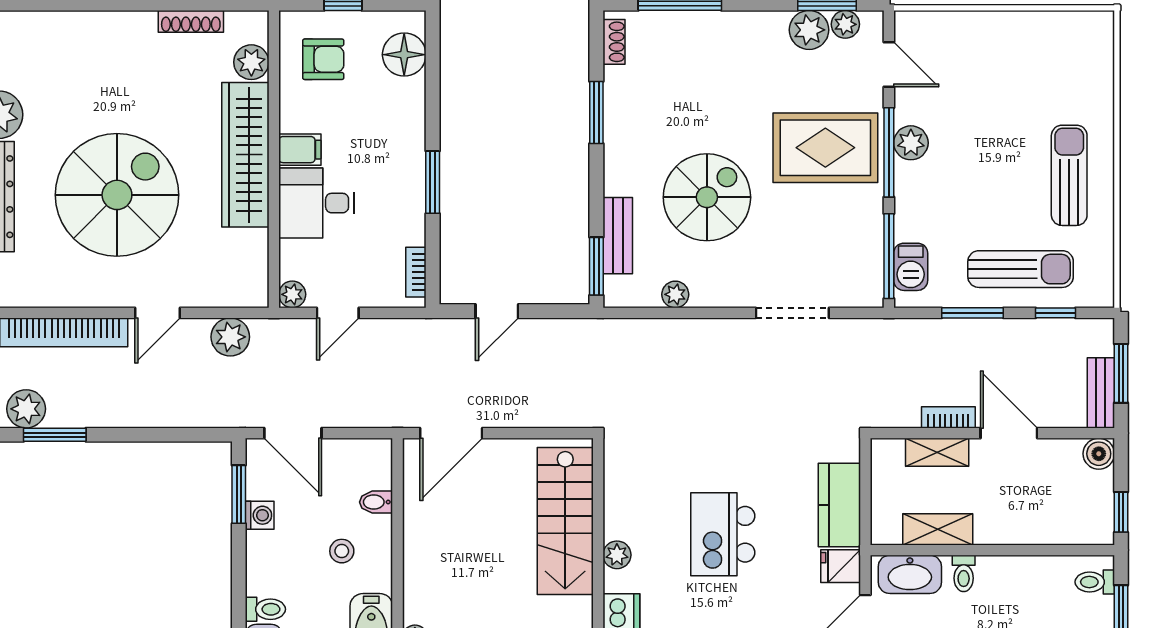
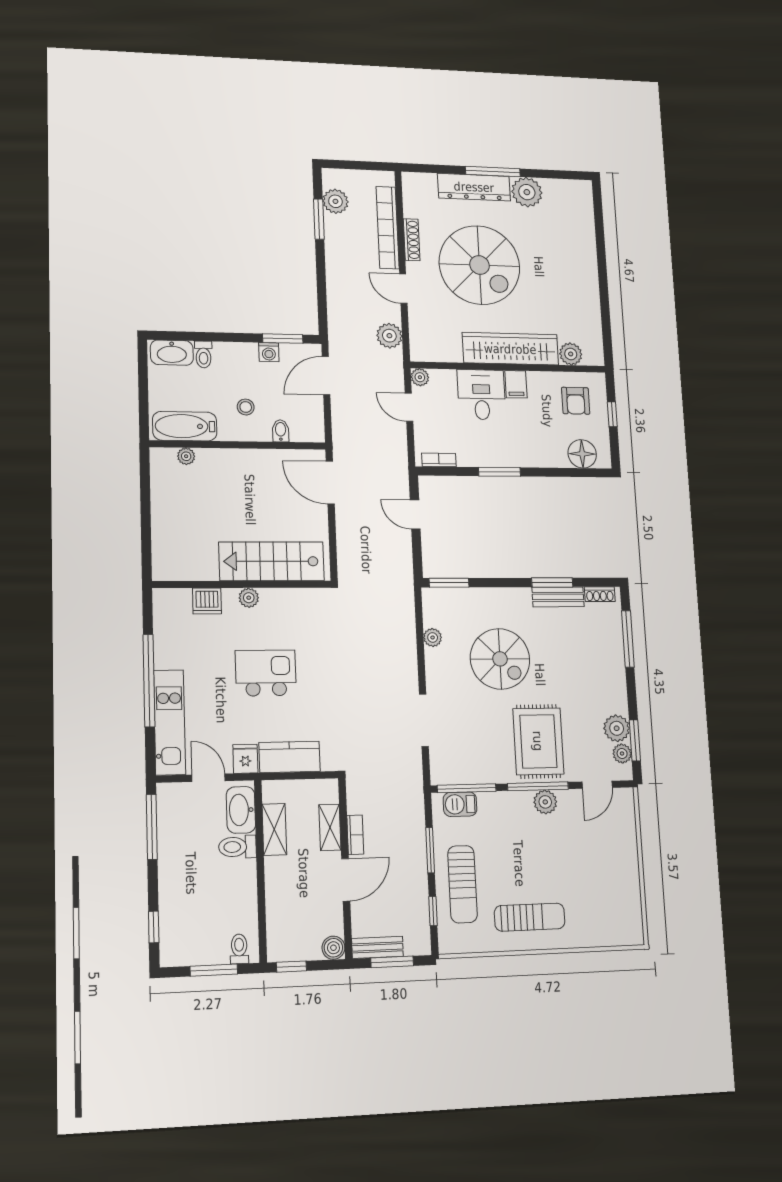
shoe rack: (191, 21) -> (412, 240), moved, turned 180
bench: (618, 236) -> (558, 597), moved
toilet: (964, 573) -> (237, 847), width x1.37, depth x1.39

